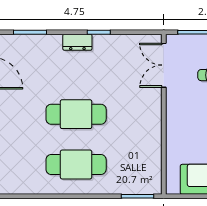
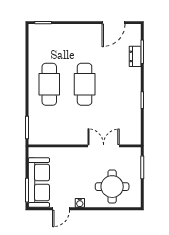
dresser: (77, 42) -> (135, 56), moved
double door: (164, 65) -> (104, 146), moved

